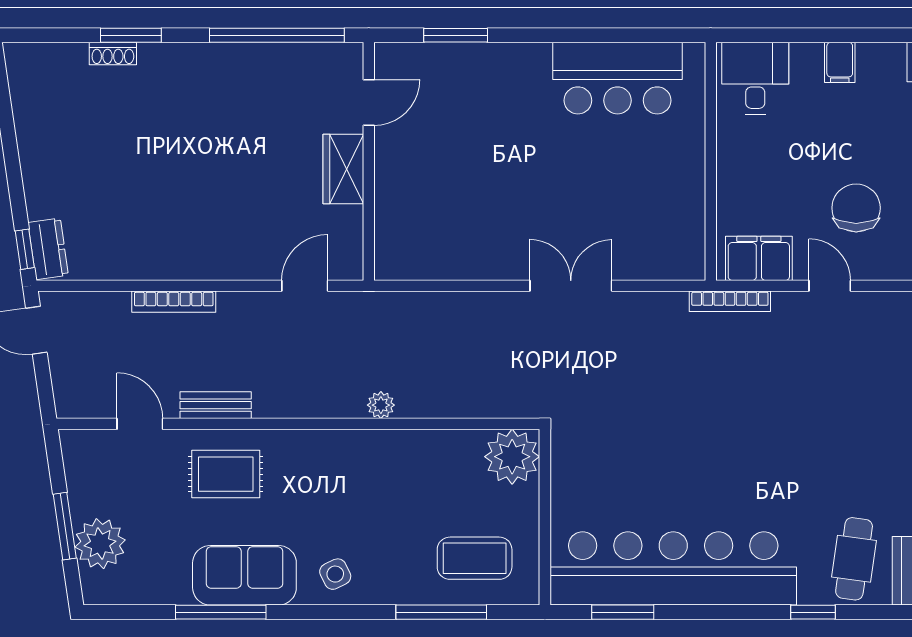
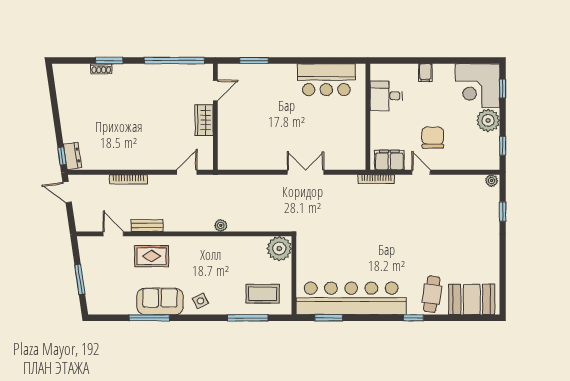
desk: (755, 78) -> (386, 96), moved, turned -90
plant: (100, 544) -> (96, 287), removed

